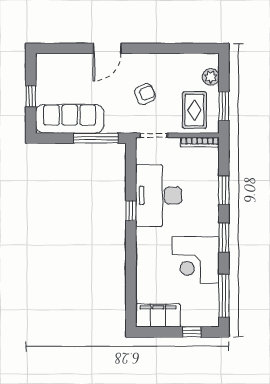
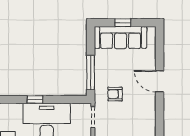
armchair: (145, 94) -> (115, 94), moved, turned 113
sofa: (70, 119) -> (121, 38), moved, turned 90

